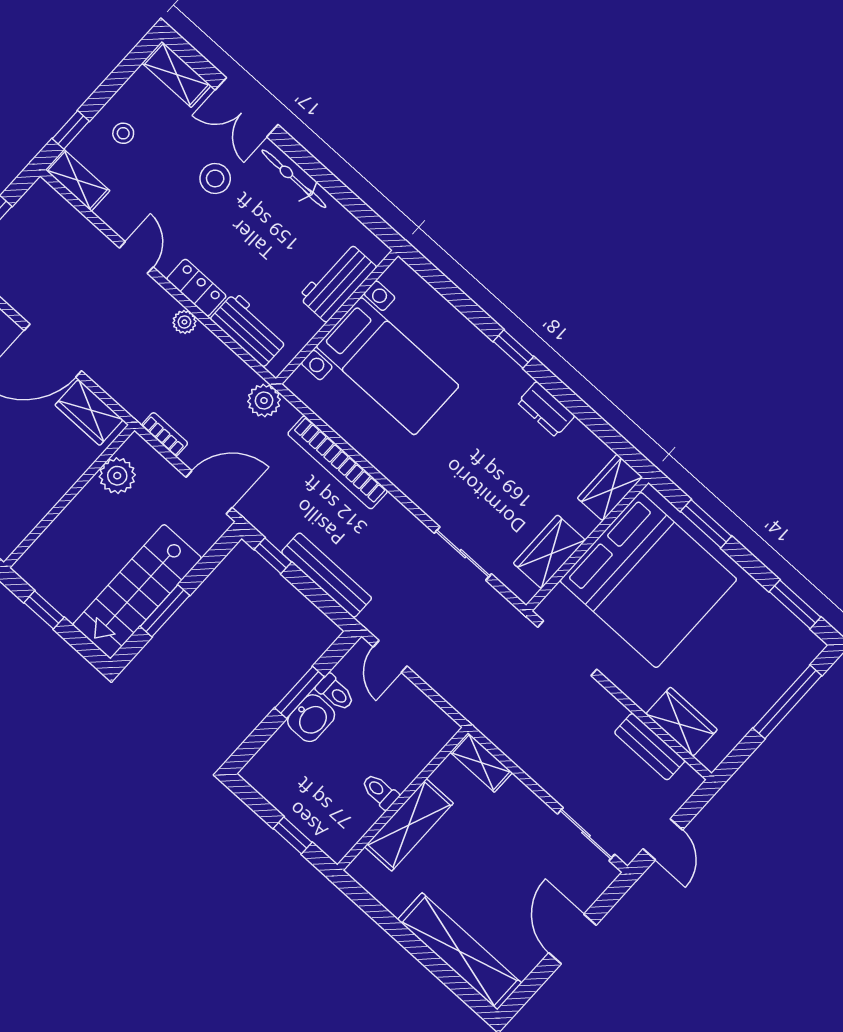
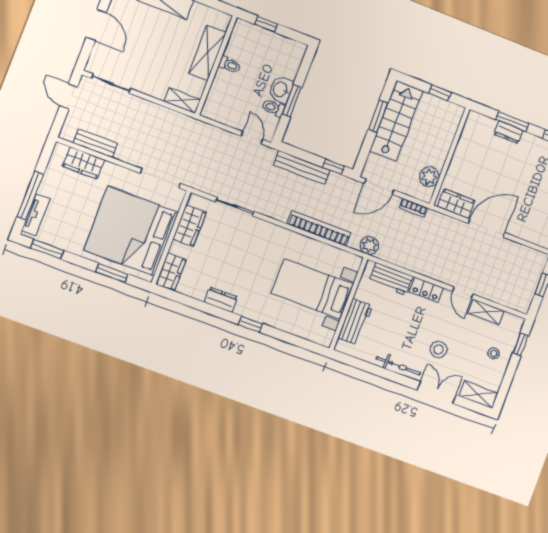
shelving: (77, 180) -> (486, 312), moved
plant: (184, 322) -> (426, 270), removed
tv unit: (791, 667) -> (36, 215), added

